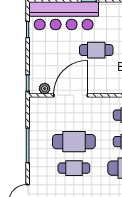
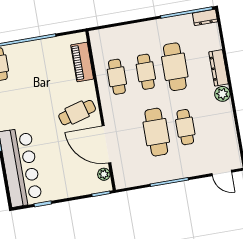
cafe table: (96, 50) -> (77, 113), moved, turned 75

